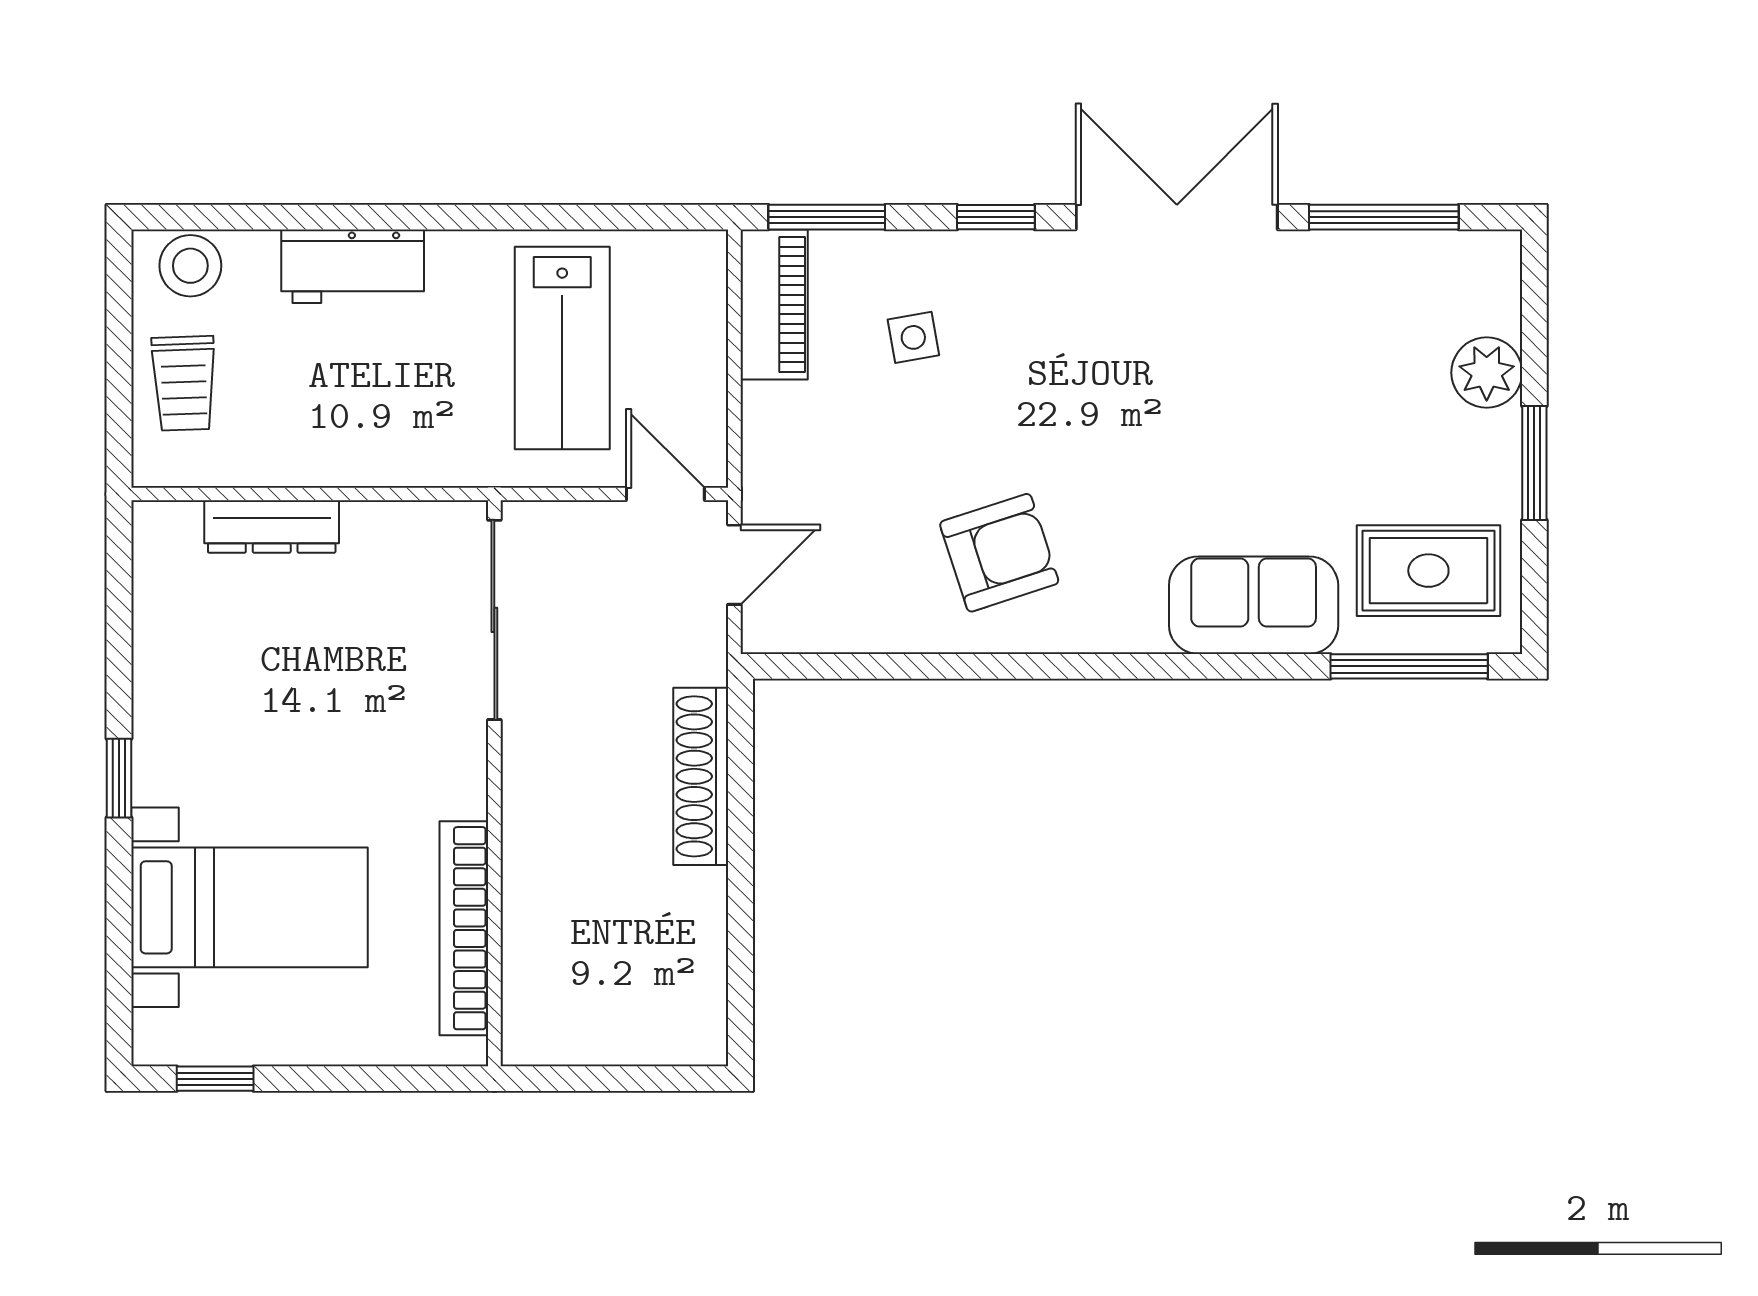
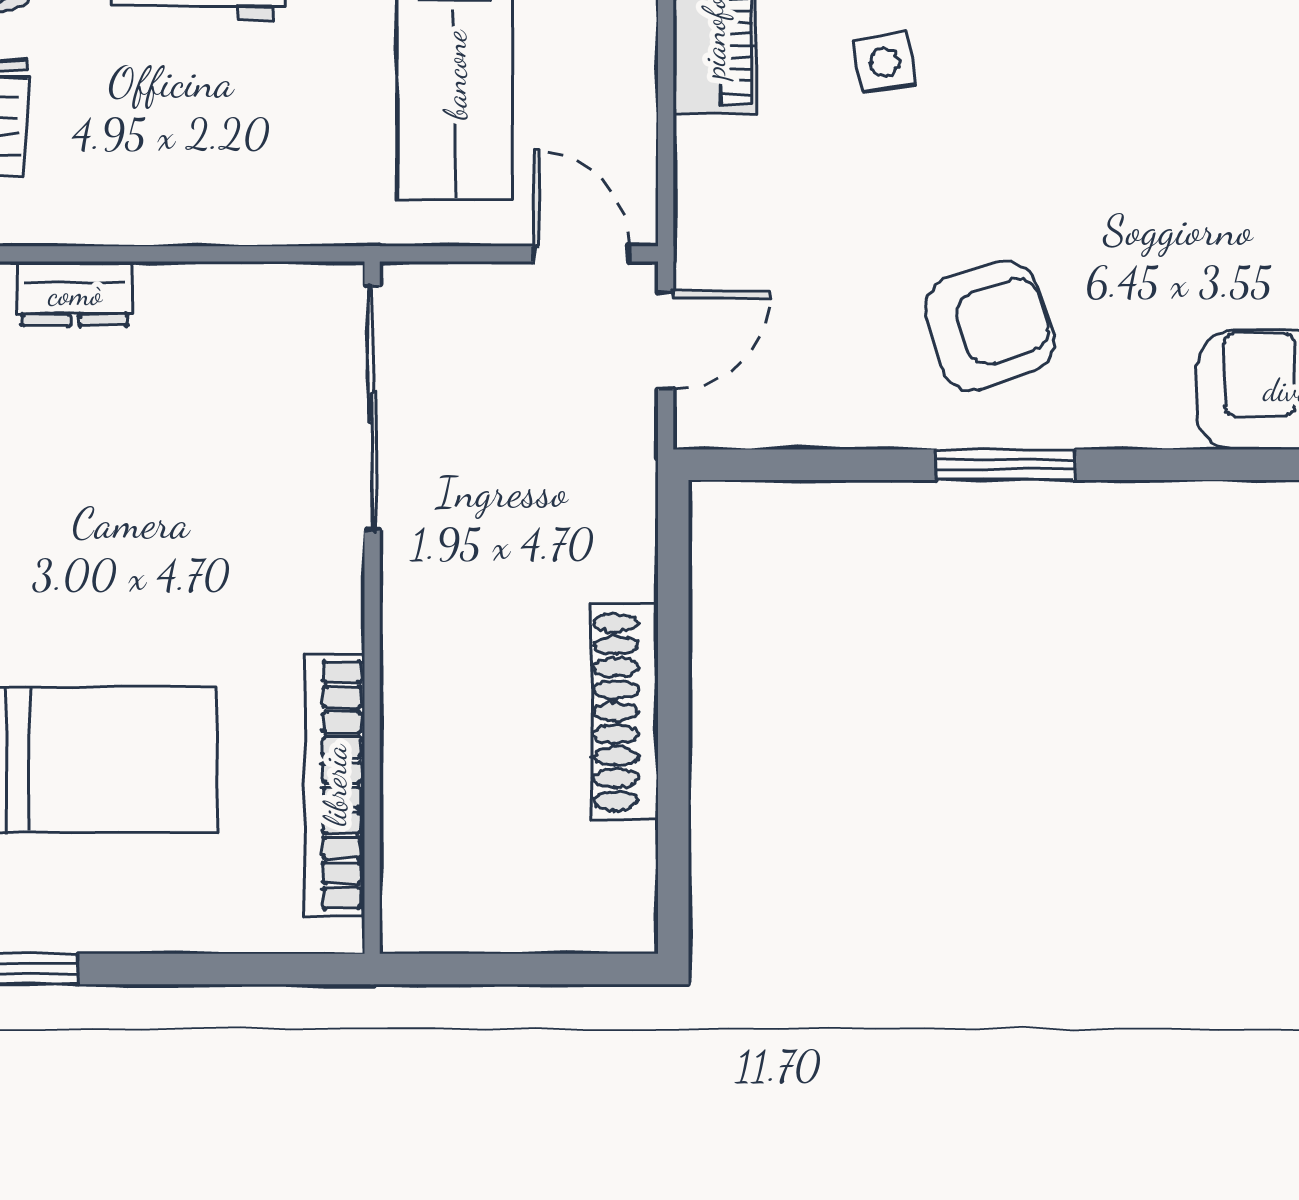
dresser: (272, 527) -> (75, 294), width x0.70
window: (1012, 666) -> (1005, 465), added
shoe rack: (701, 776) -> (625, 712), moved

